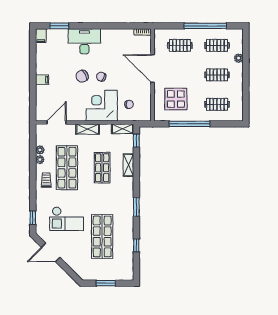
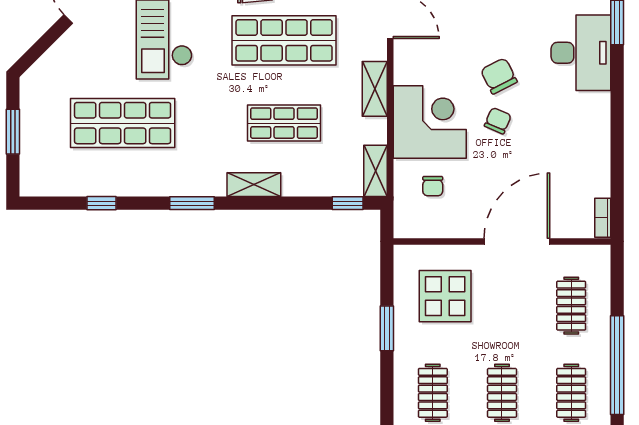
desk: (84, 41) -> (581, 53), moved
window: (190, 124) -> (387, 328), width x0.47
shelving: (128, 165) -> (254, 185), moved

